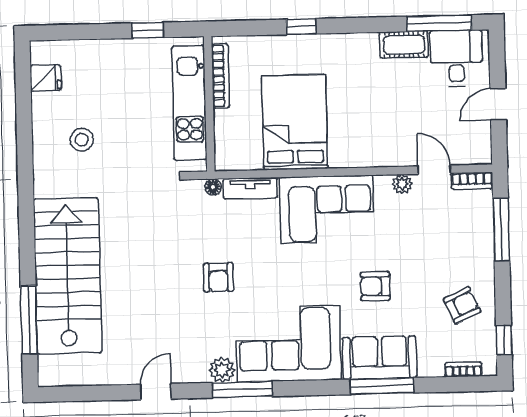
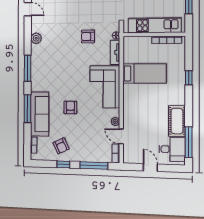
cot: (404, 45) -> (177, 121), width x1.37, depth x1.34
bed: (295, 122) -> (144, 73), width x0.67
door: (434, 170) -> (121, 136), swing flipped
armchair: (218, 277) -> (88, 36), moved
window: (504, 340) -> (63, 164), moved
corner sofa: (288, 344) -> (47, 68), removed
sofa: (380, 358) -> (40, 114), width x1.36
window: (242, 390) -> (28, 68), moved

